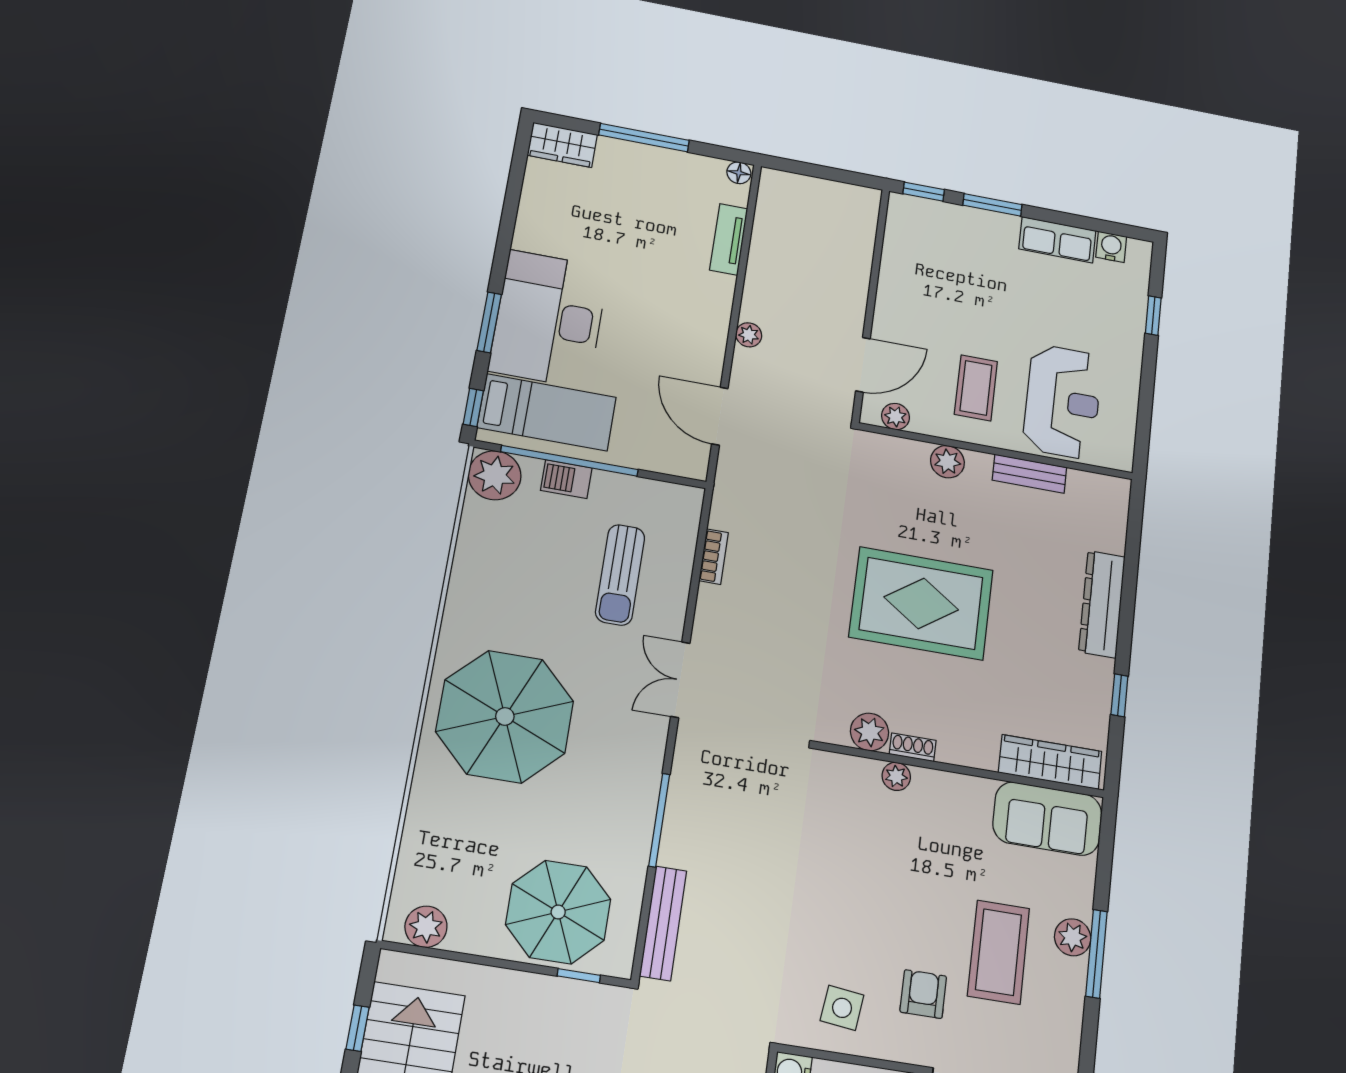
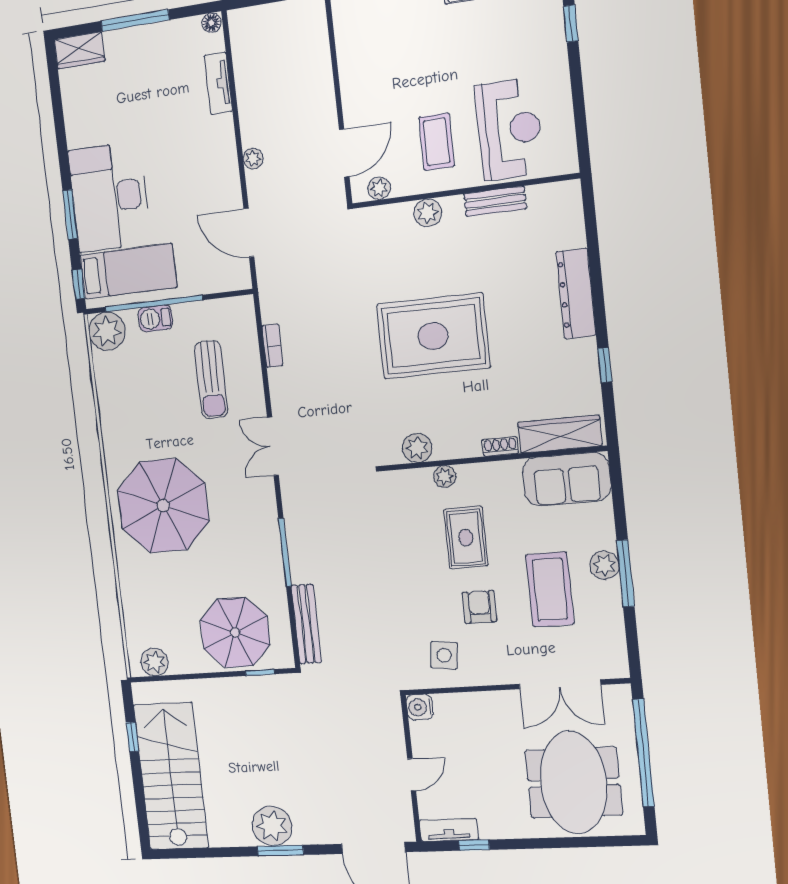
shoe rack: (913, 747) -> (500, 447), moved
rug: (906, 860) -> (466, 538), added
armchair: (923, 994) -> (479, 607), moved

